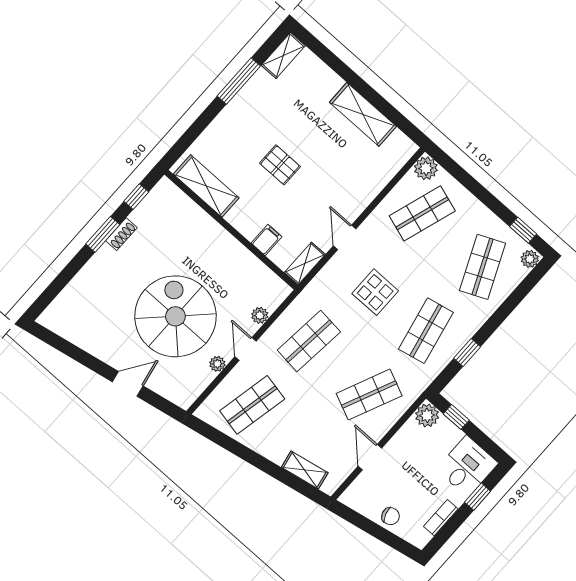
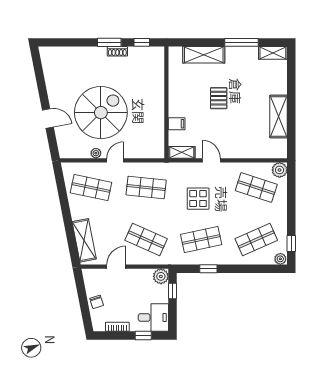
shelving: (206, 186) -> (204, 55), moved, turned 90
door: (345, 237) -> (211, 160), hinge flipped
plant: (260, 315) -> (137, 153), removed
shelving: (305, 470) -> (84, 240), width x1.50, depth x1.33

